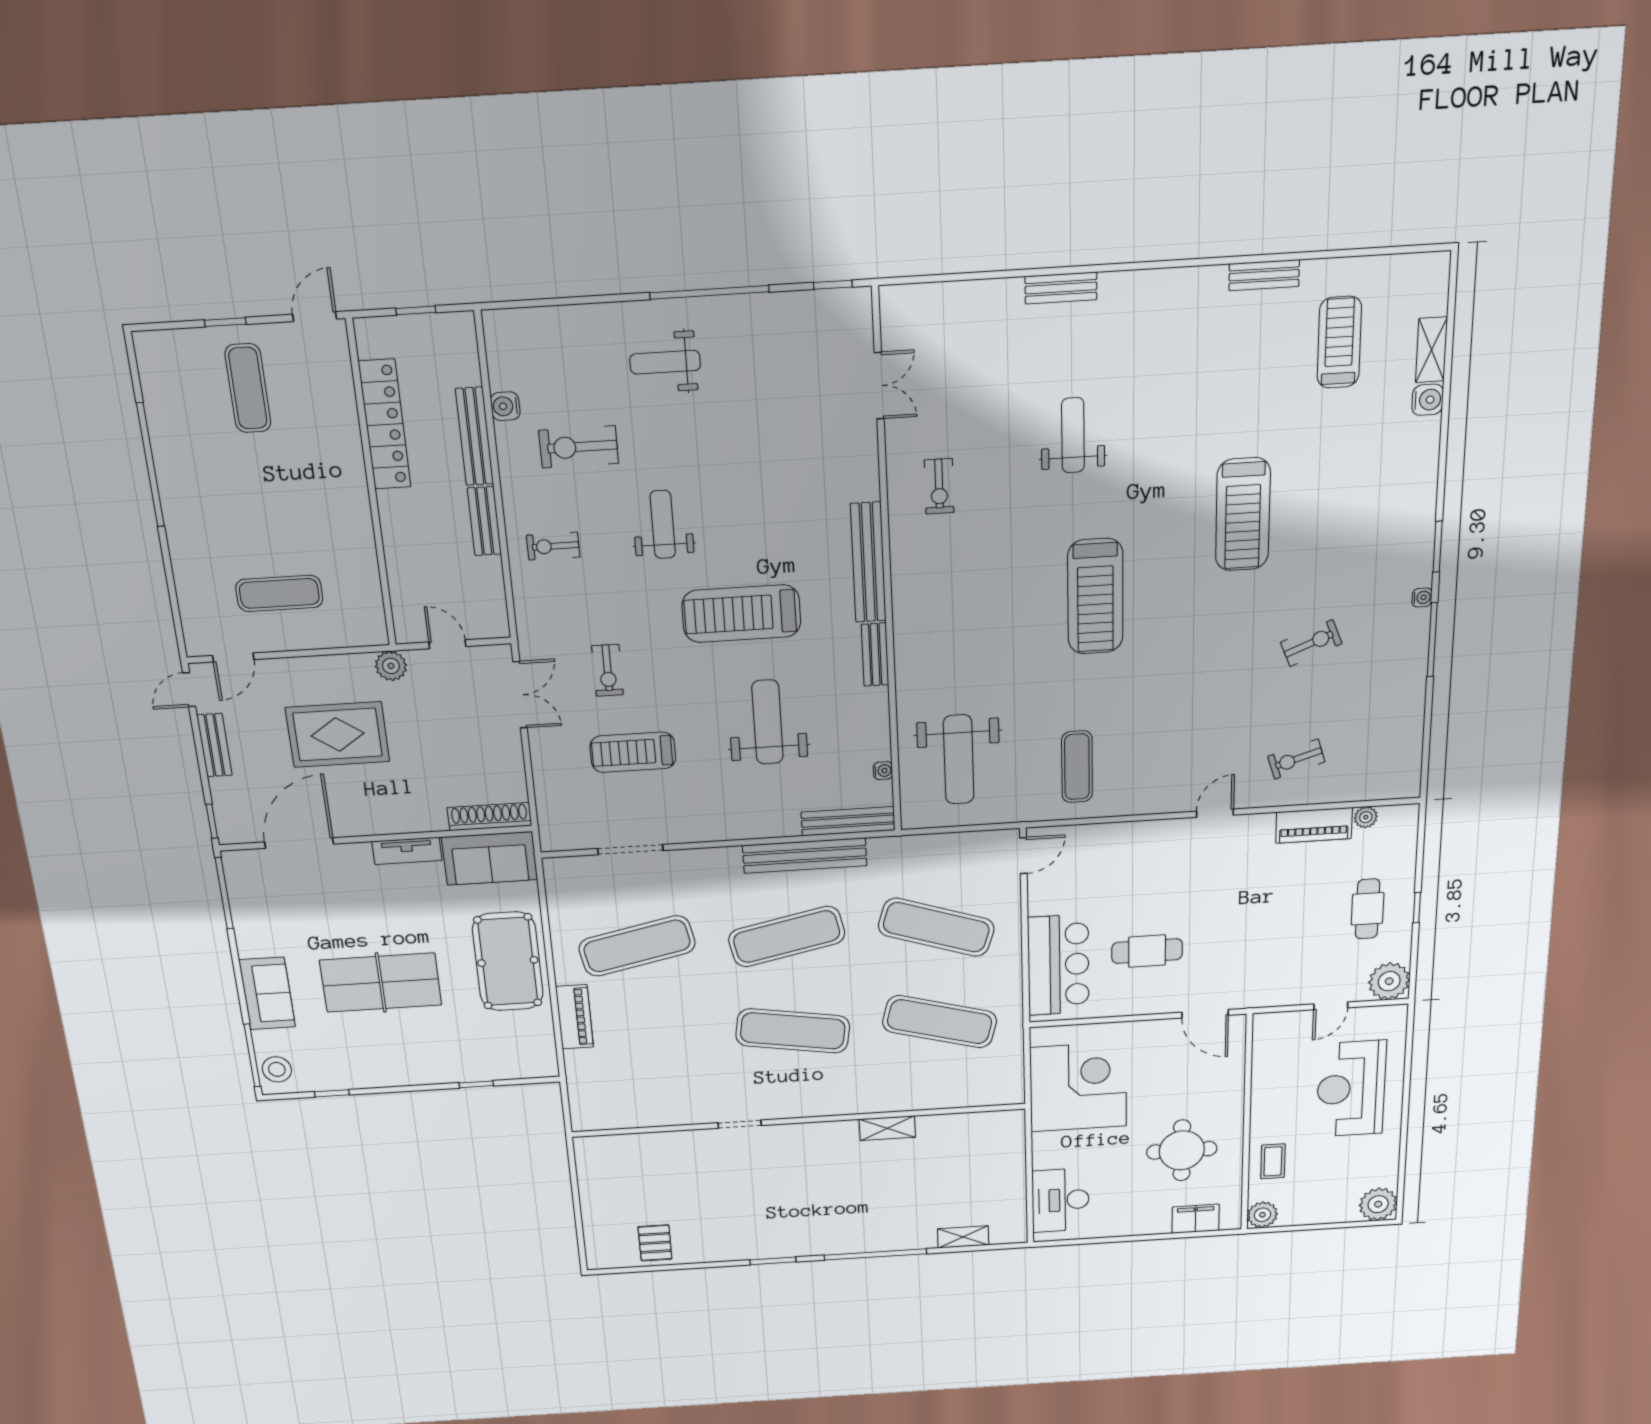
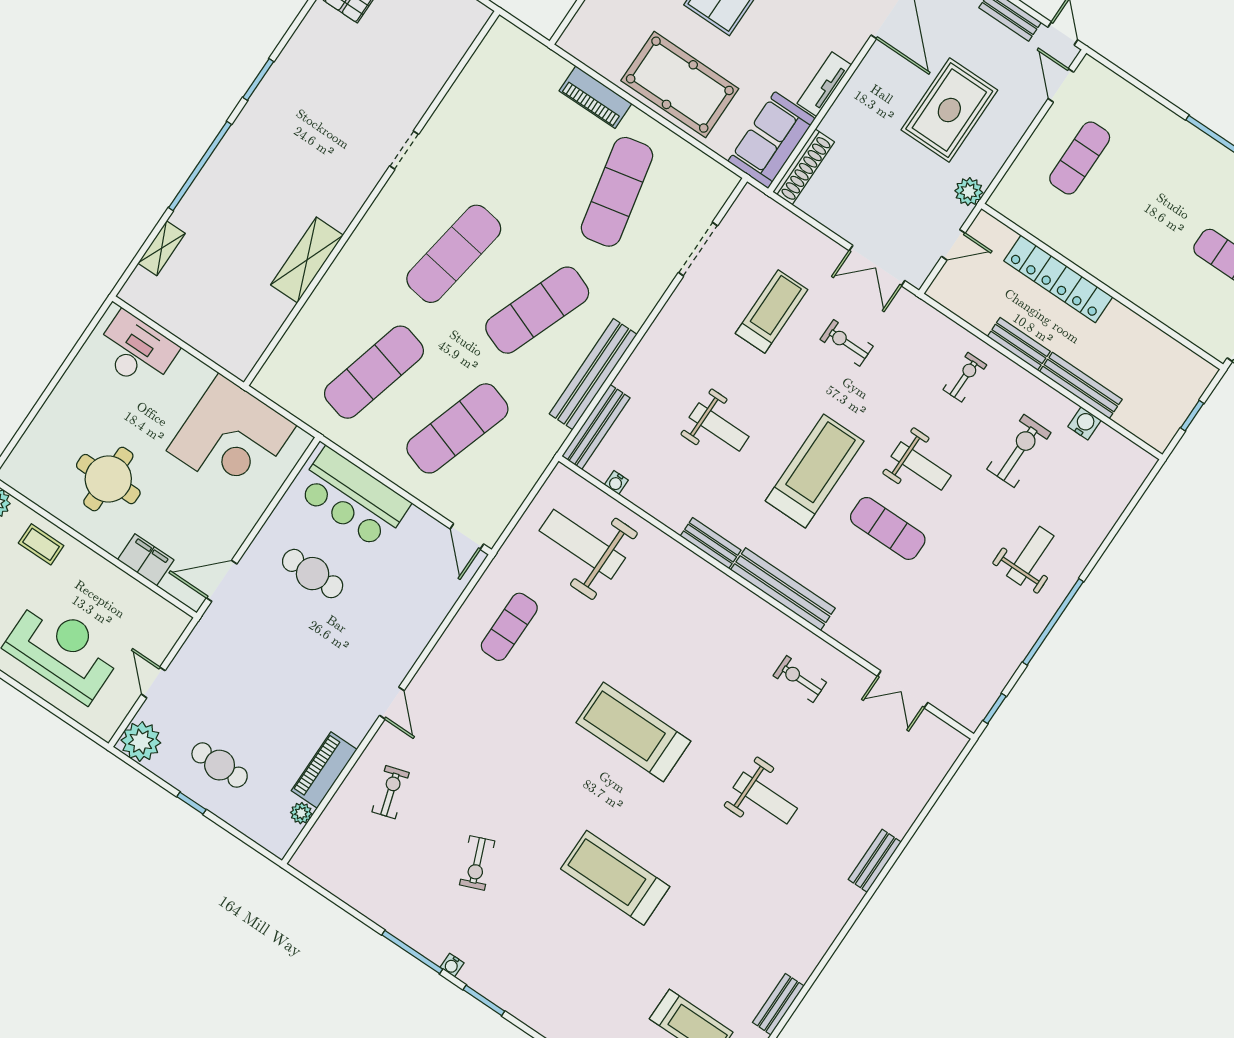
locker: (385, 424) -> (1058, 279), moved
exercise mat: (742, 511) -> (888, 528), added
weight bench: (768, 722) -> (719, 427), width x0.73, depth x0.75
exercise mat: (1077, 767) -> (509, 627), turned 90
exercise mat: (787, 937) -> (537, 310), turned 33
cafe table: (1147, 951) -> (313, 574), turned 90
shelving: (887, 1128) -> (307, 260), width x1.50, depth x1.33
filing cabinet: (1196, 1219) -> (146, 560), moved, turned -90

